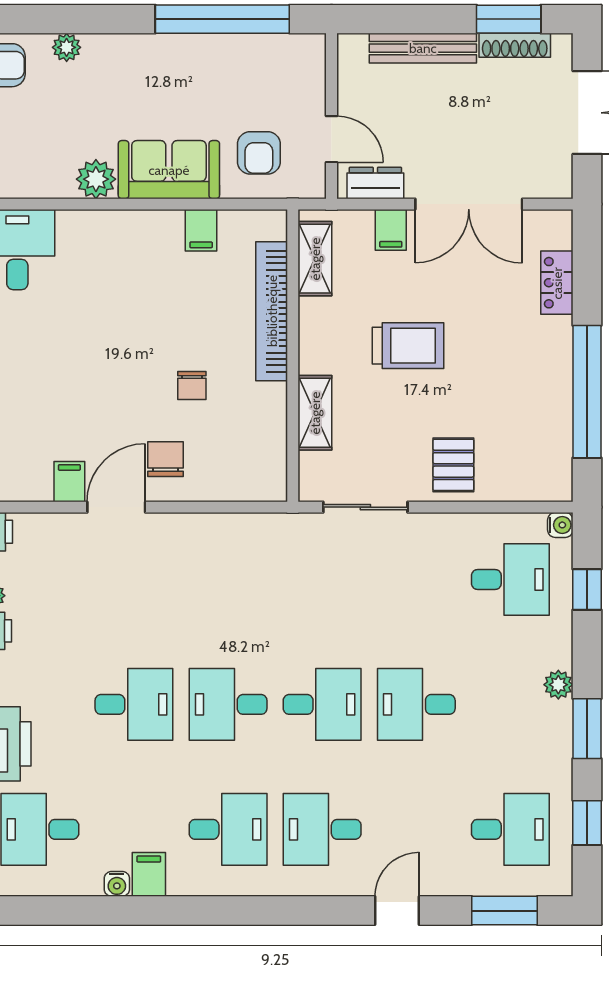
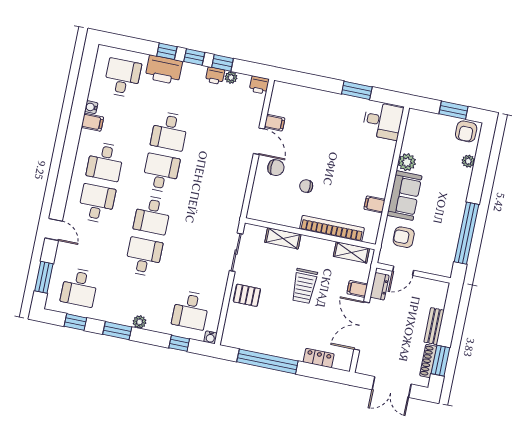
bench: (423, 48) -> (434, 326), width x0.73

